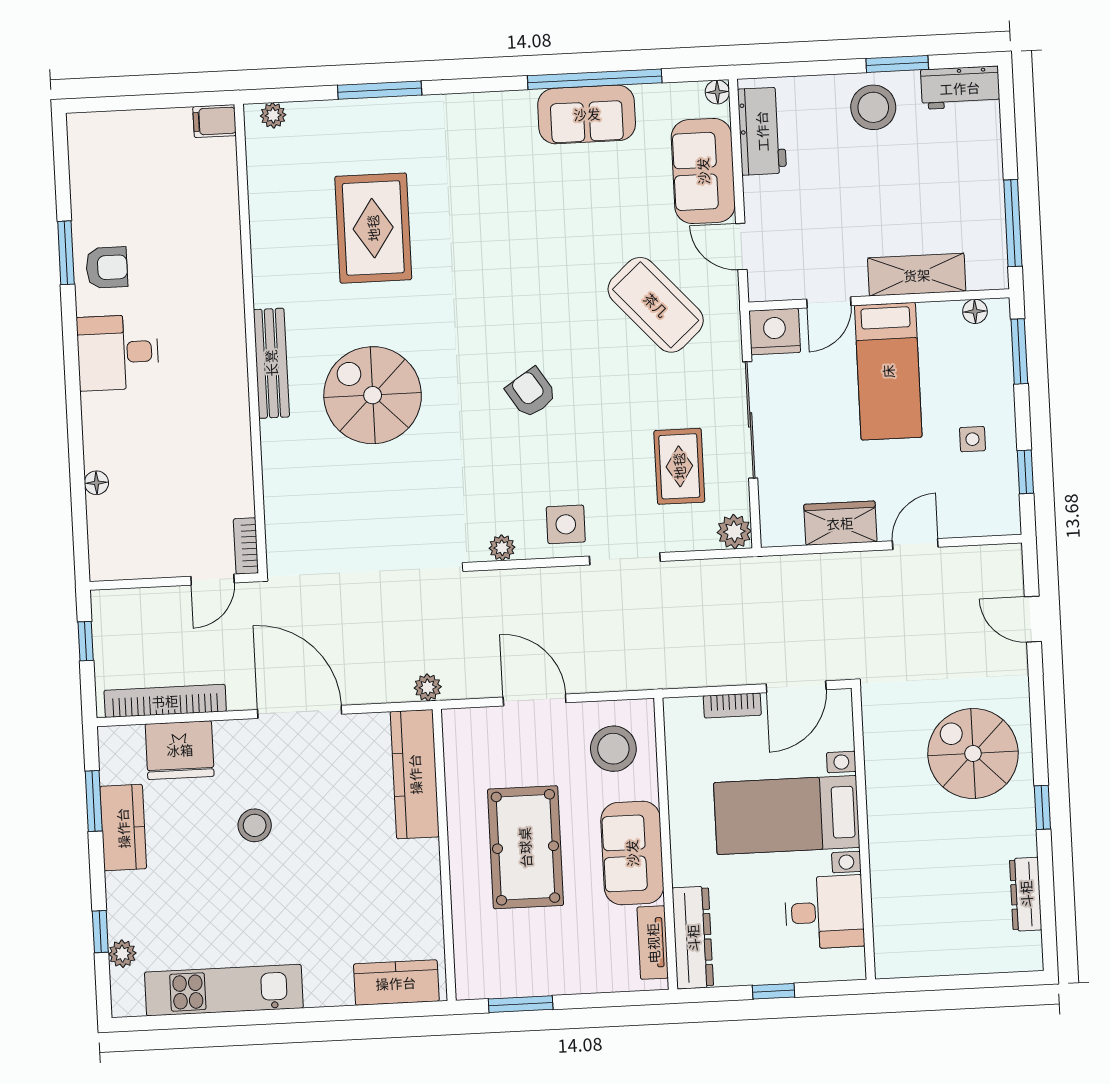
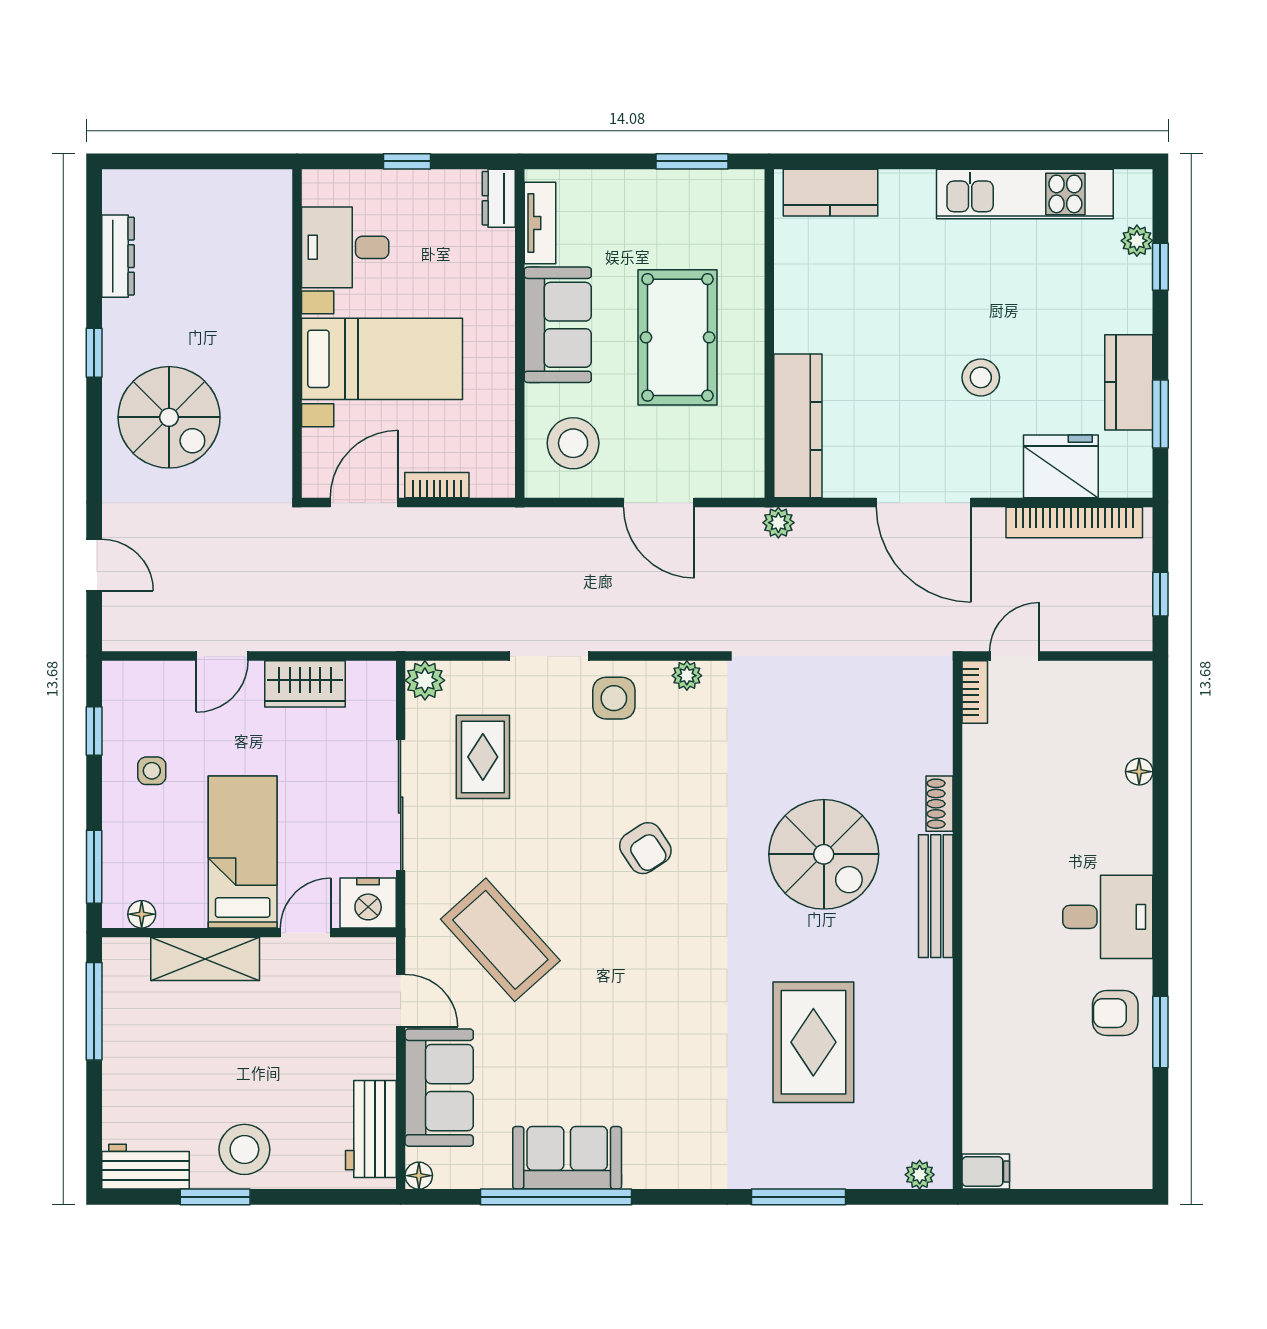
shoe rack: (272, 445) -> (939, 804), added
dresser: (693, 938) -> (499, 198), width x0.51, depth x0.80

